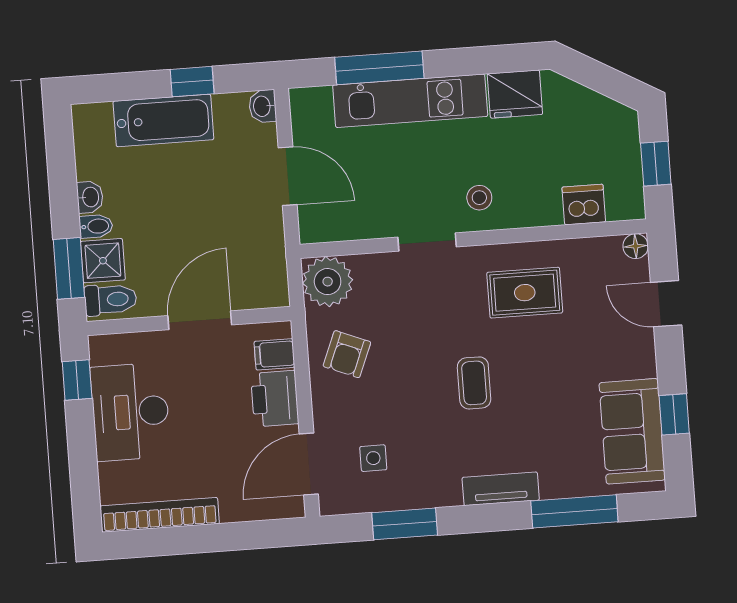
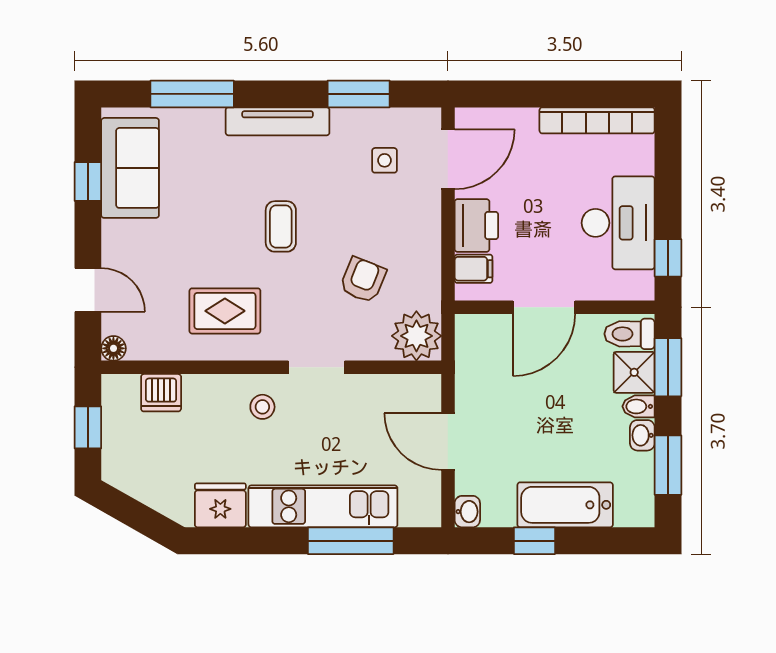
window: (62, 169) -> (668, 465), added
armchair: (347, 354) -> (363, 280), moved
tv unit: (501, 489) -> (278, 121), width x1.41

